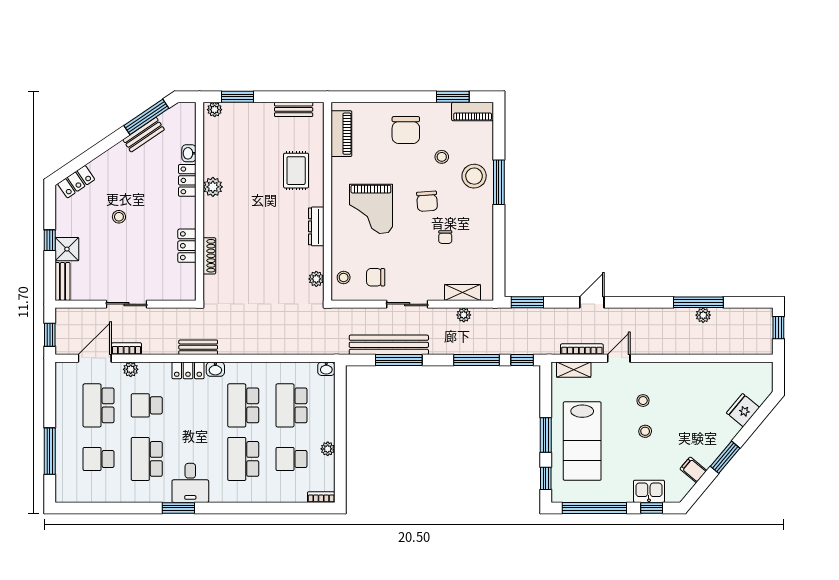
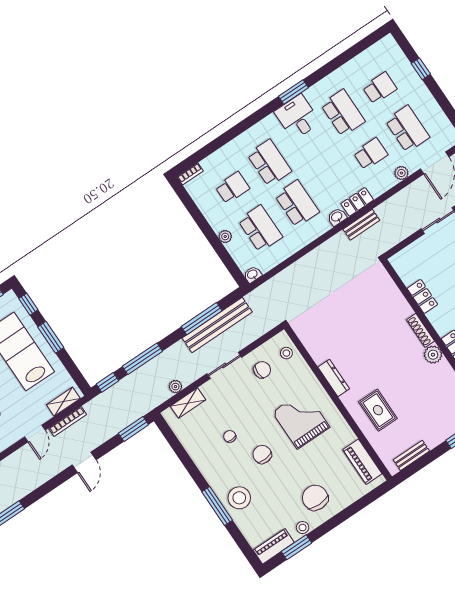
stool: (442, 157) -> (303, 528), moved
shoe rack: (209, 256) -> (420, 330), moved
plant: (316, 279) -> (307, 338), removed
bookcase: (126, 349) -> (415, 187), removed
plant: (328, 449) -> (225, 236), moved
window: (50, 451) -> (421, 69), width x0.46

